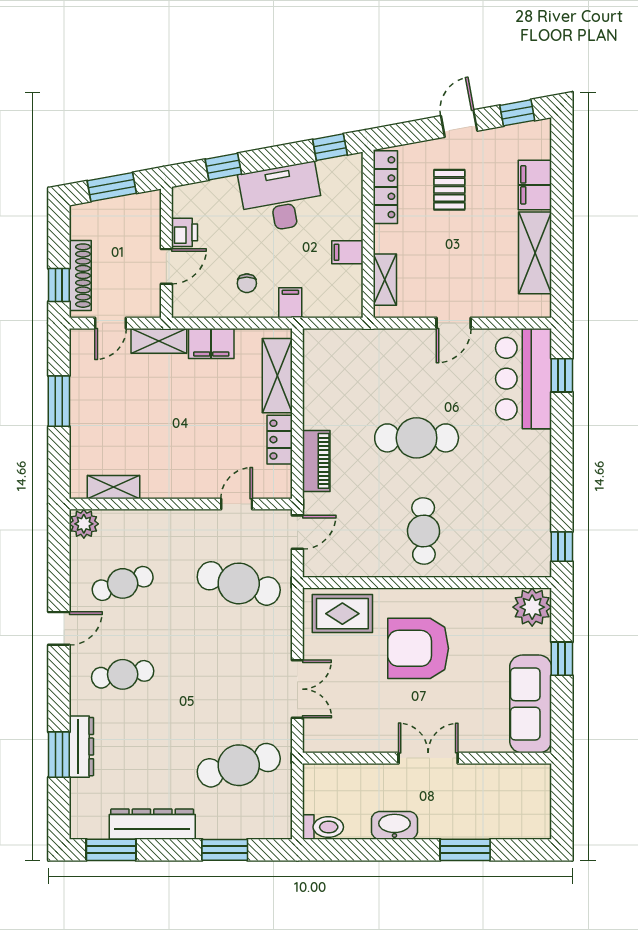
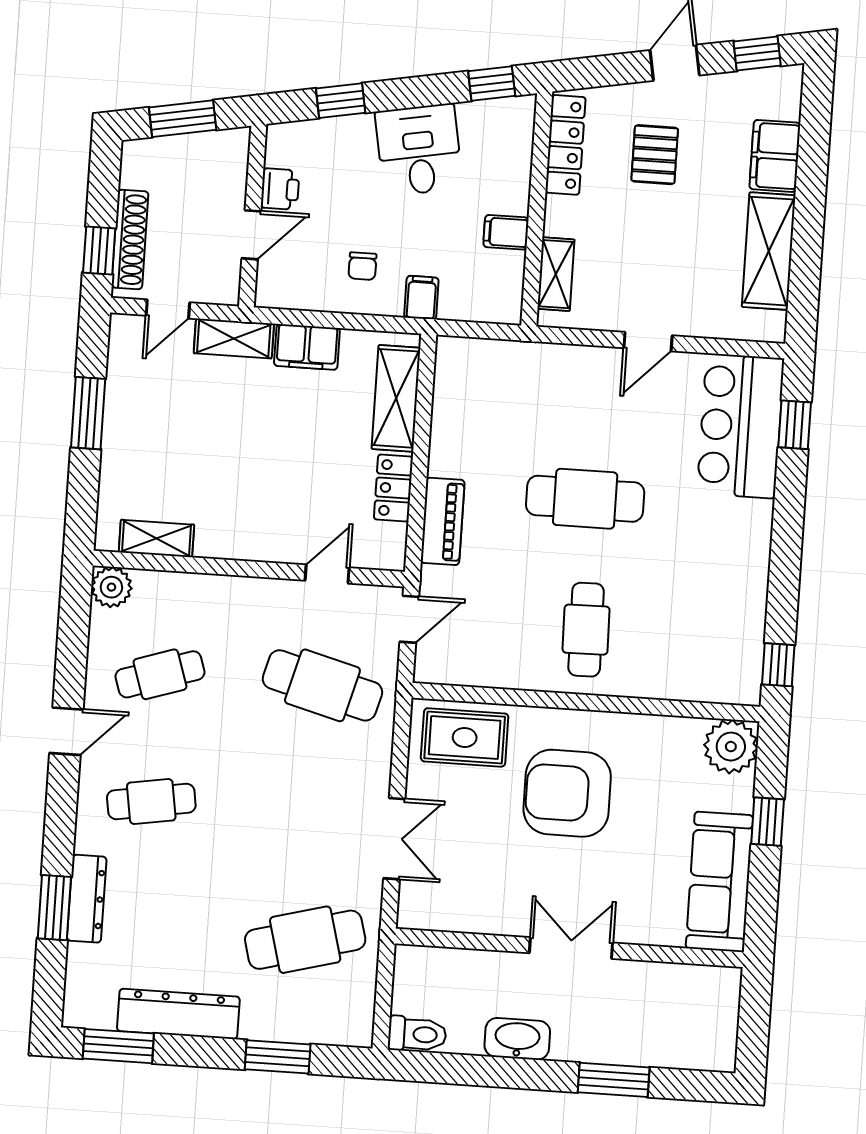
desk: (281, 198) -> (419, 150), width x0.73

